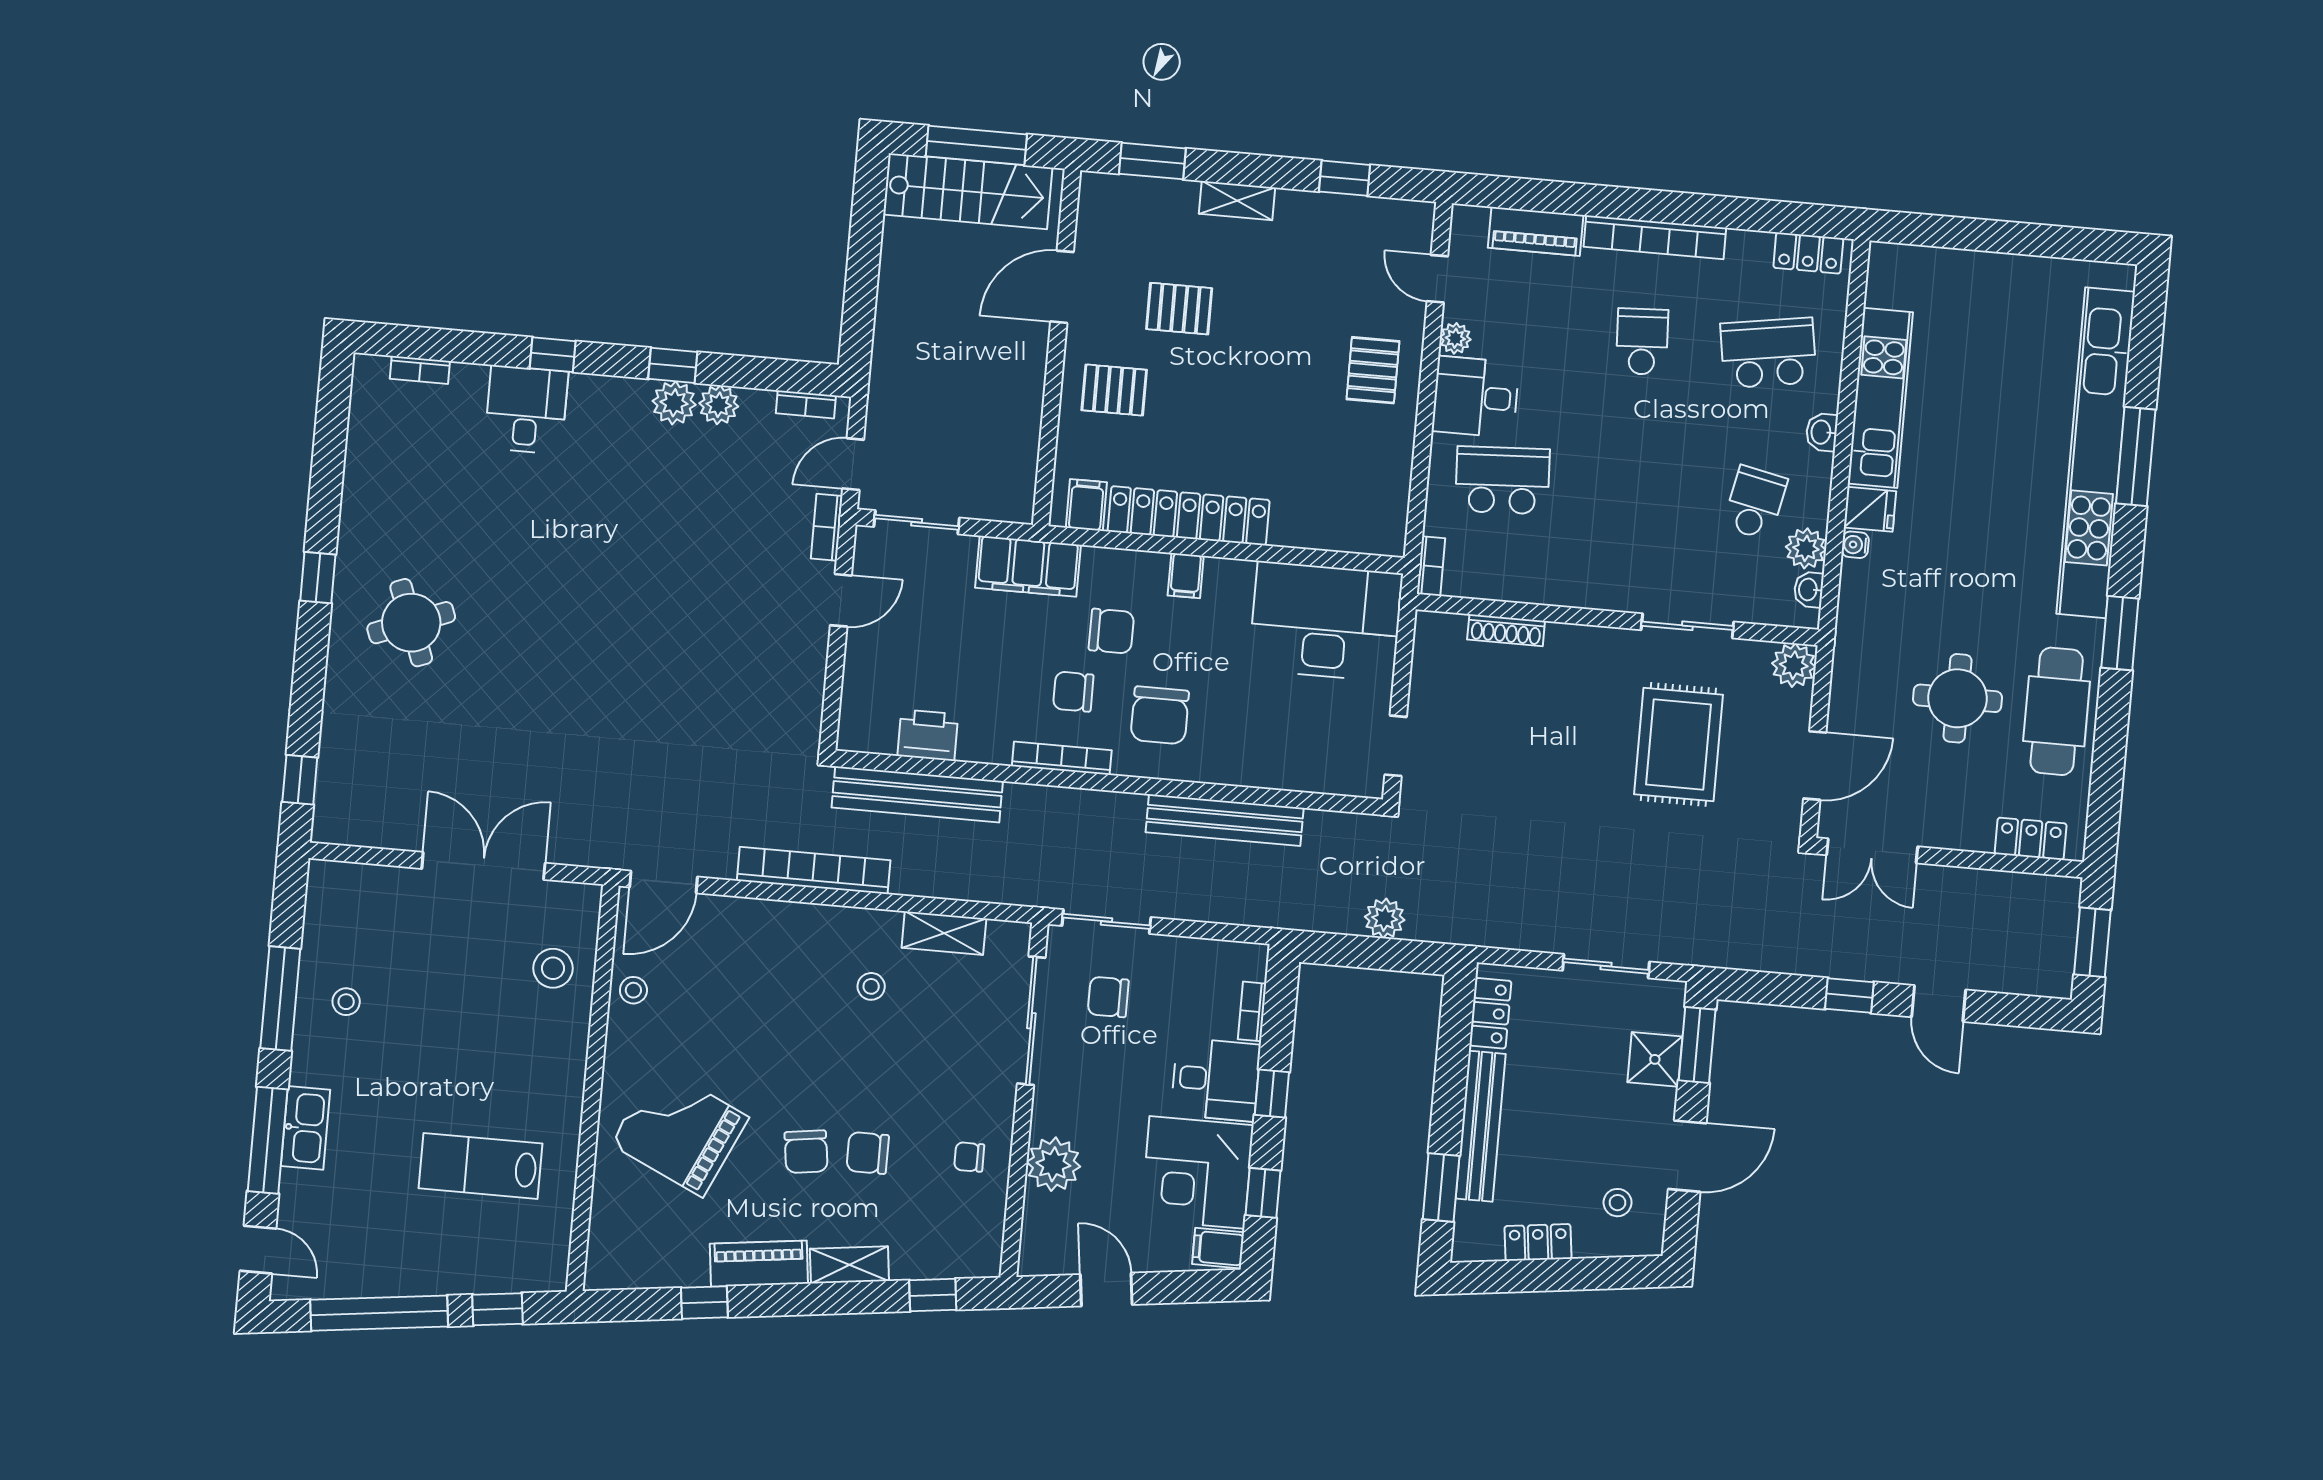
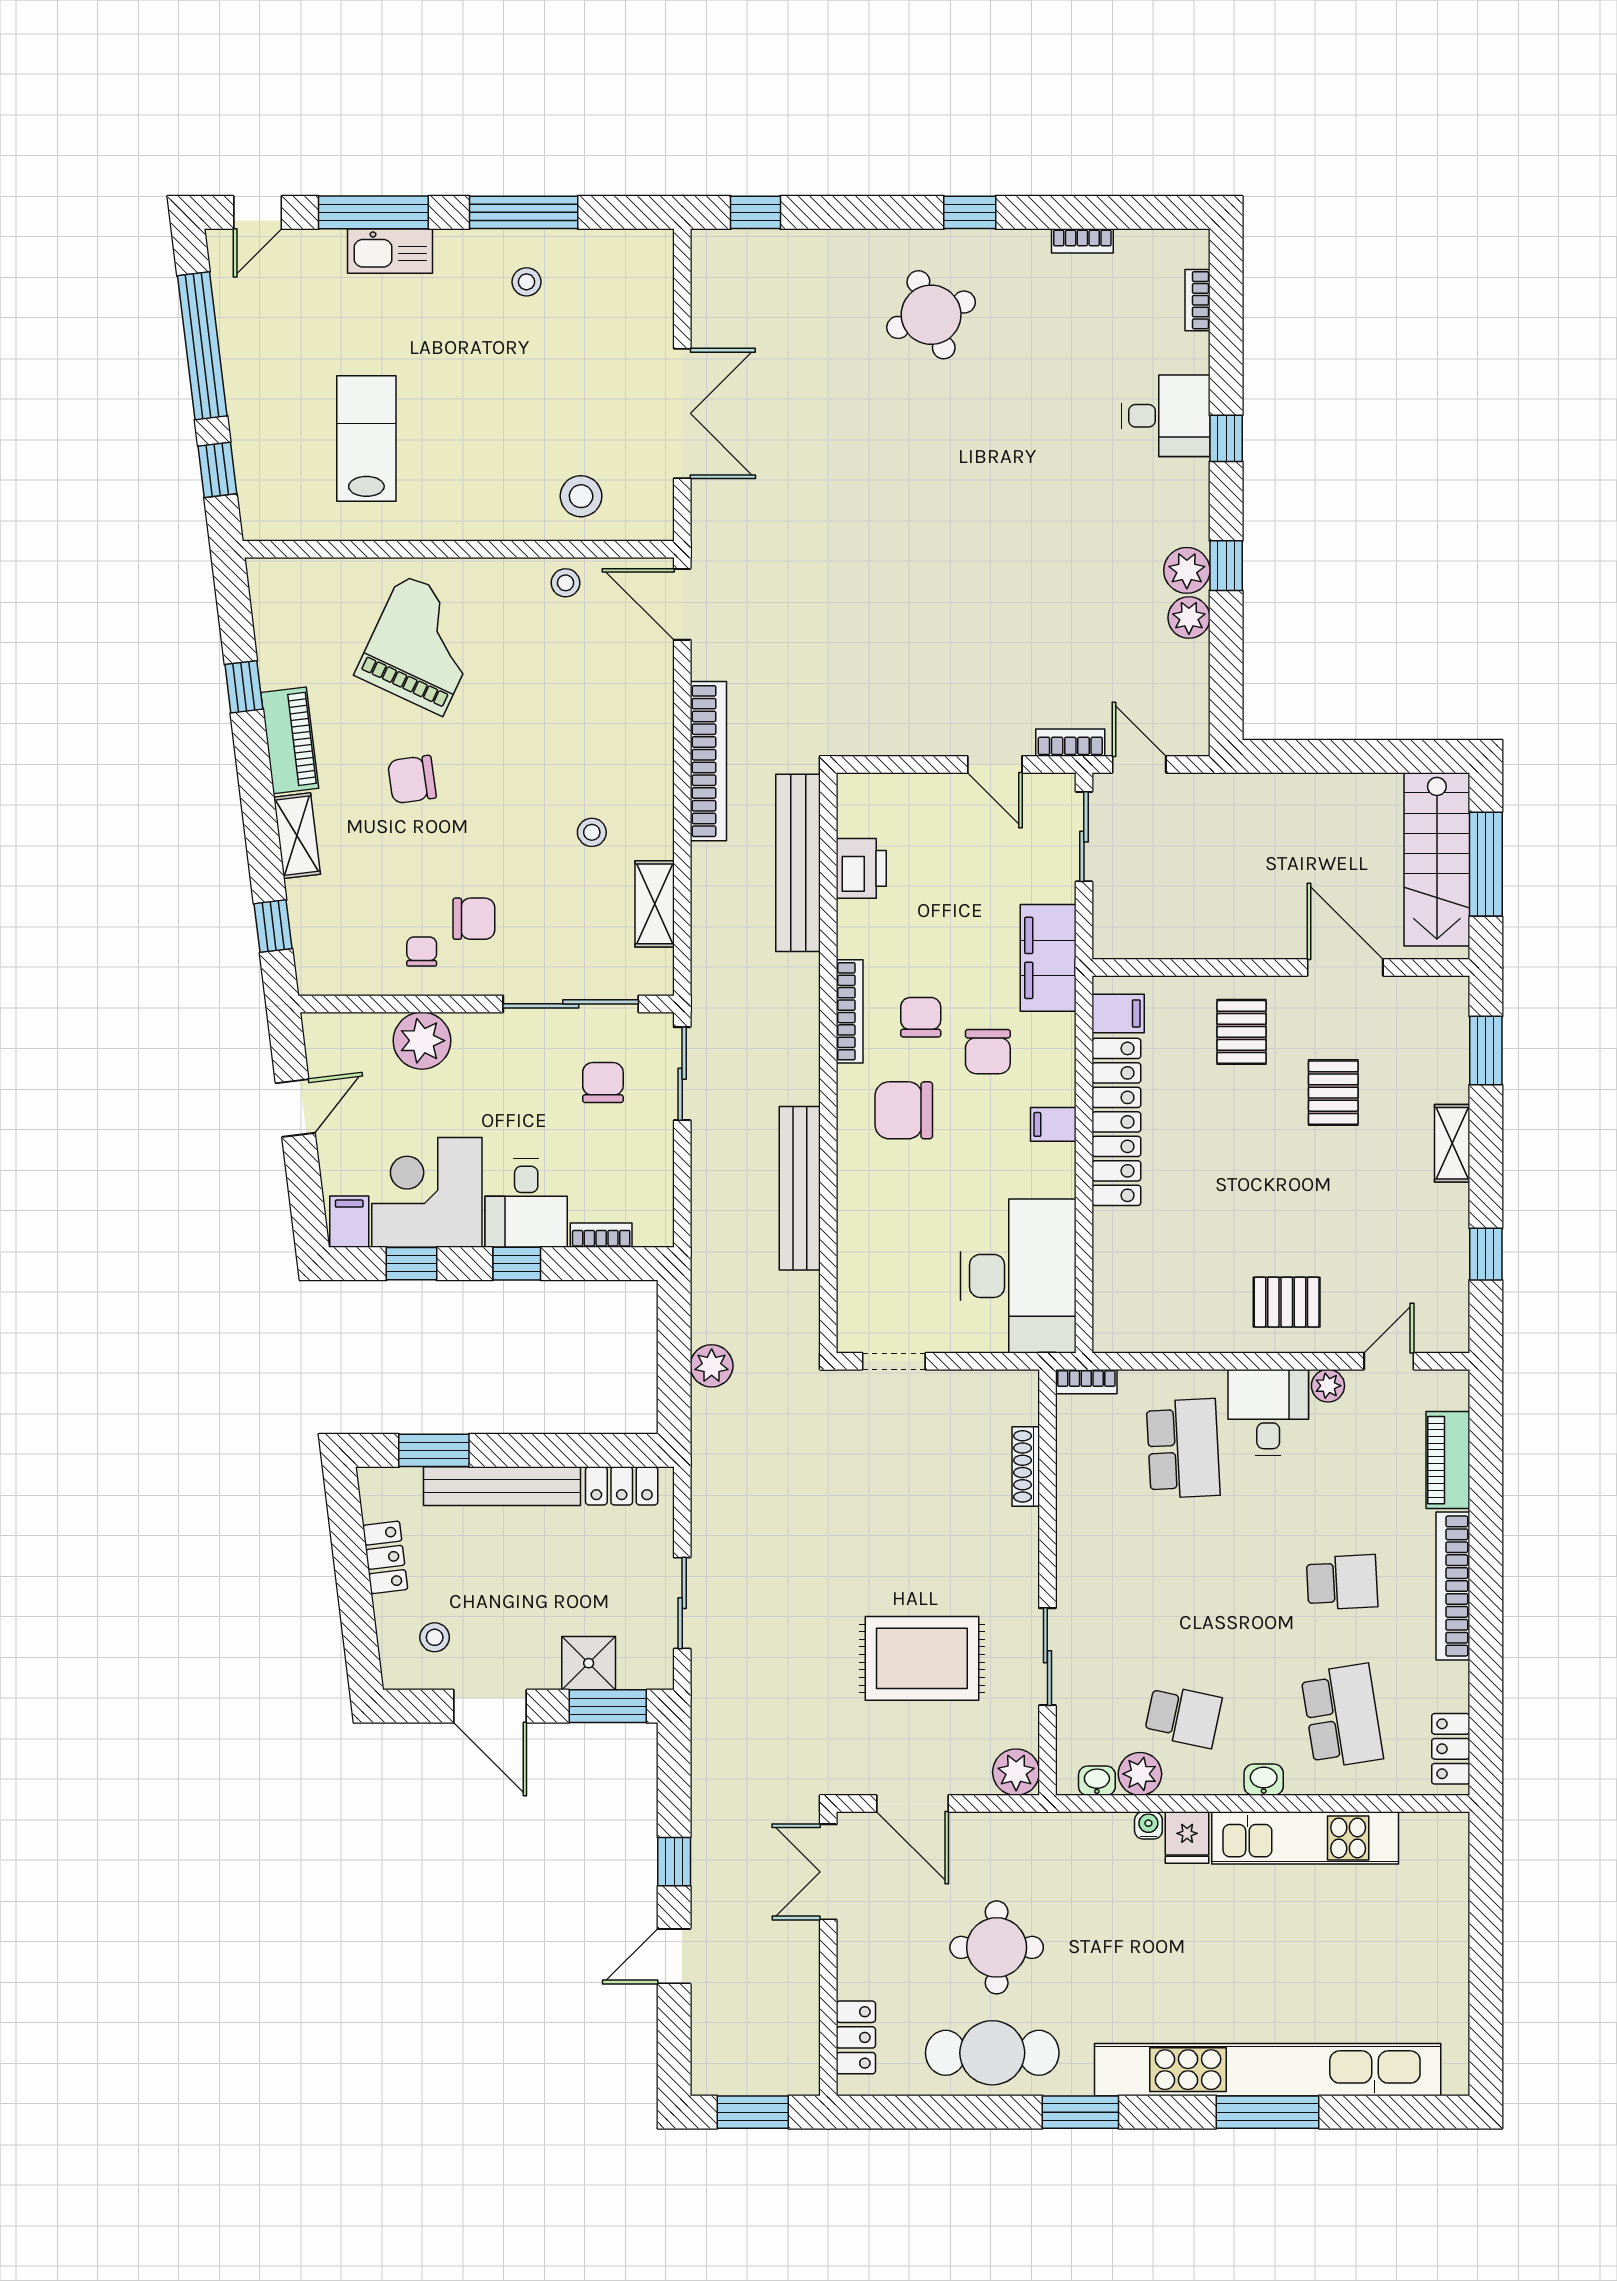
bookcase: (806, 404) -> (1082, 241), moved, turned -90
chair: (868, 1153) -> (474, 919), moved, turned 90

